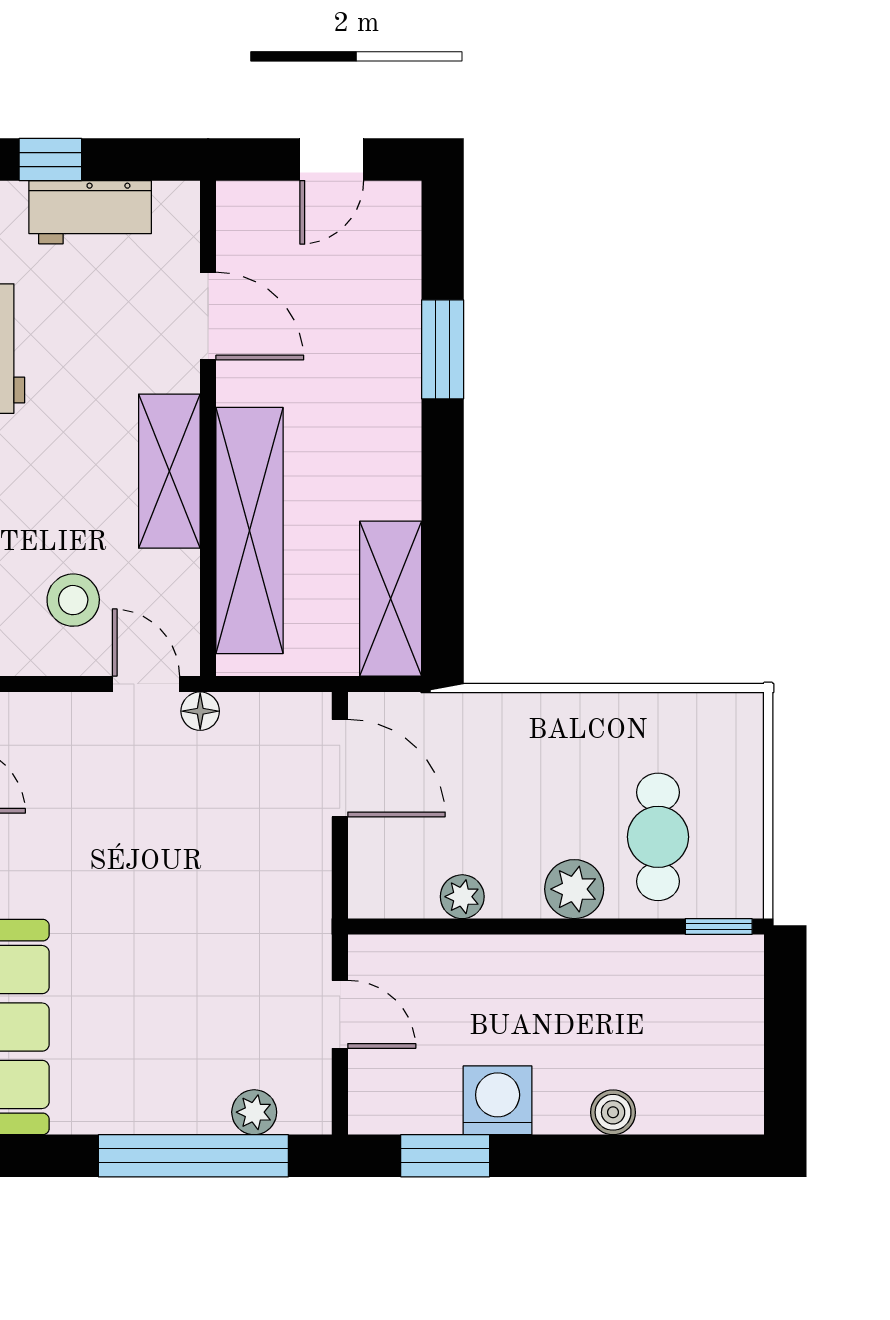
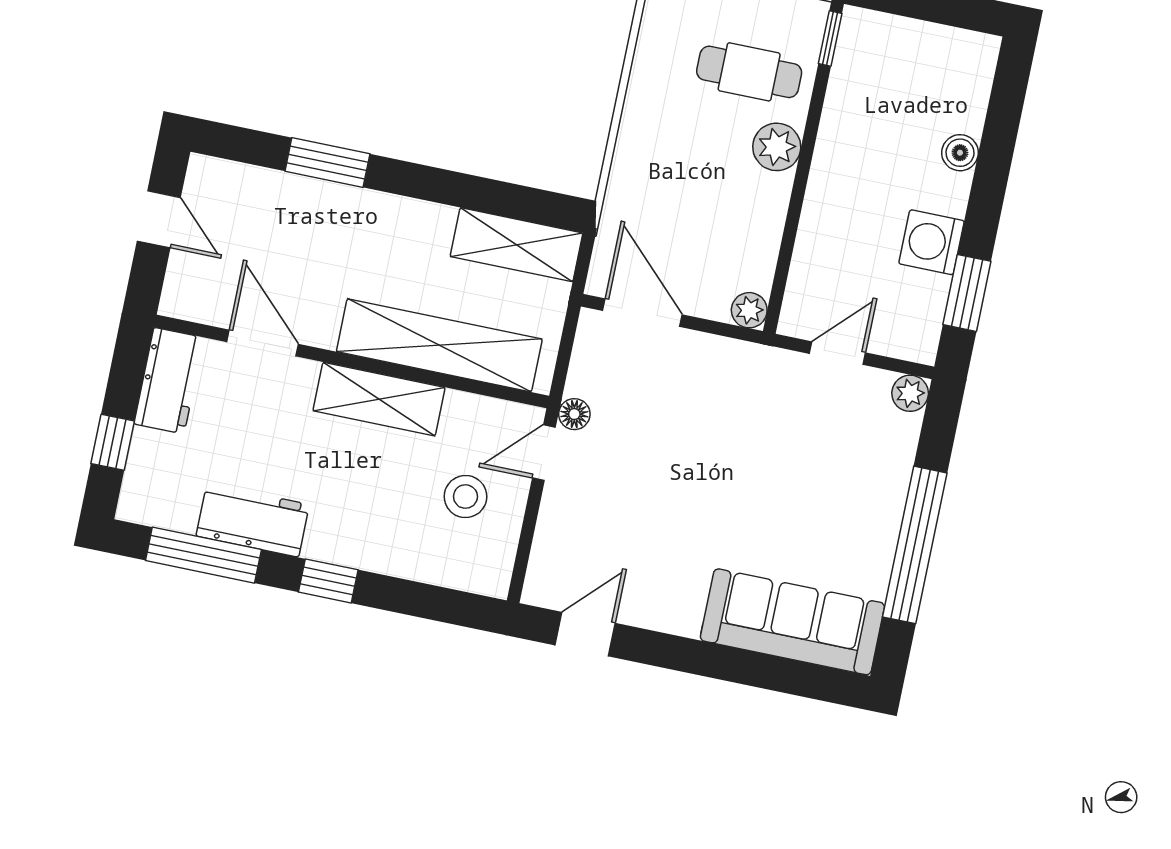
workbench: (90, 212) -> (169, 381), moved
door: (208, 316) -> (263, 343), hinge flipped
door: (340, 768) -> (642, 313), hinge flipped
plant: (462, 897) -> (749, 310), moved
plant: (254, 1112) -> (910, 393), moved
window: (193, 1156) -> (915, 545), moved

